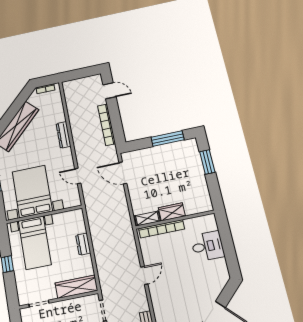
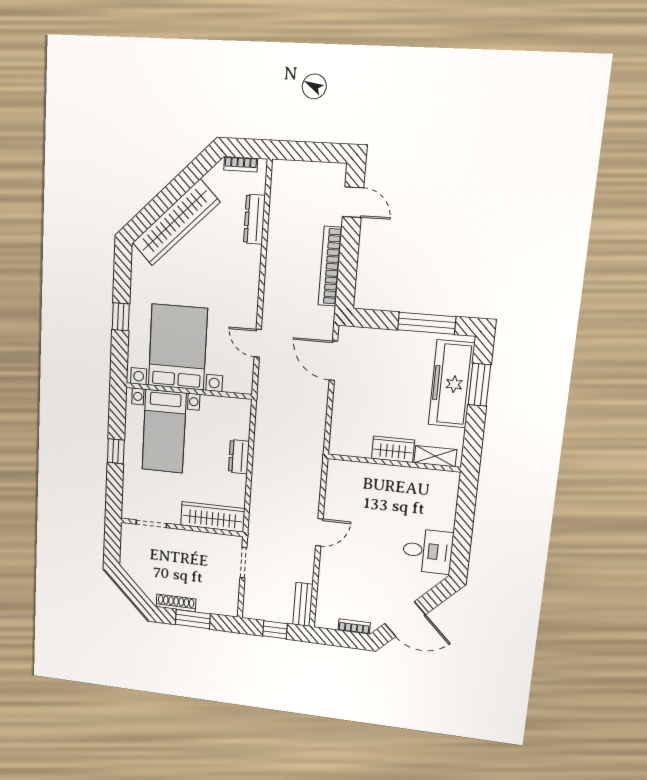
dresser: (63, 135) -> (254, 219), moved
freezer: (192, 166) -> (451, 384), added
shelving: (147, 218) -> (435, 456), moved
bookcase: (161, 229) -> (368, 471), removed
desk: (208, 246) -> (428, 551), moved

